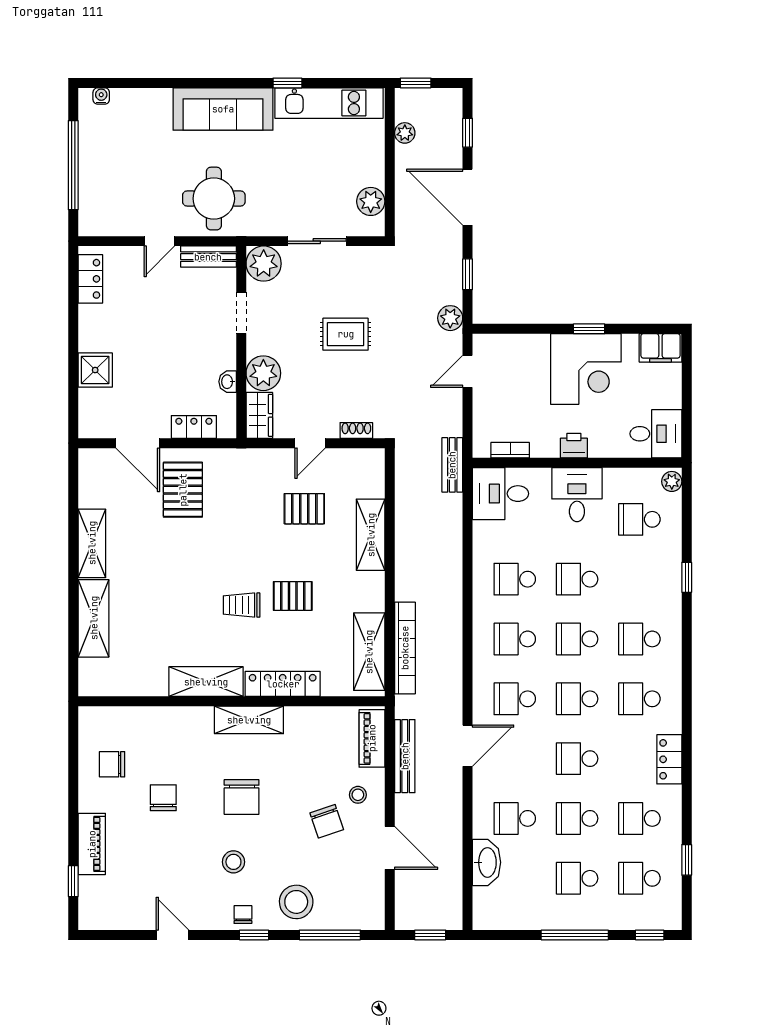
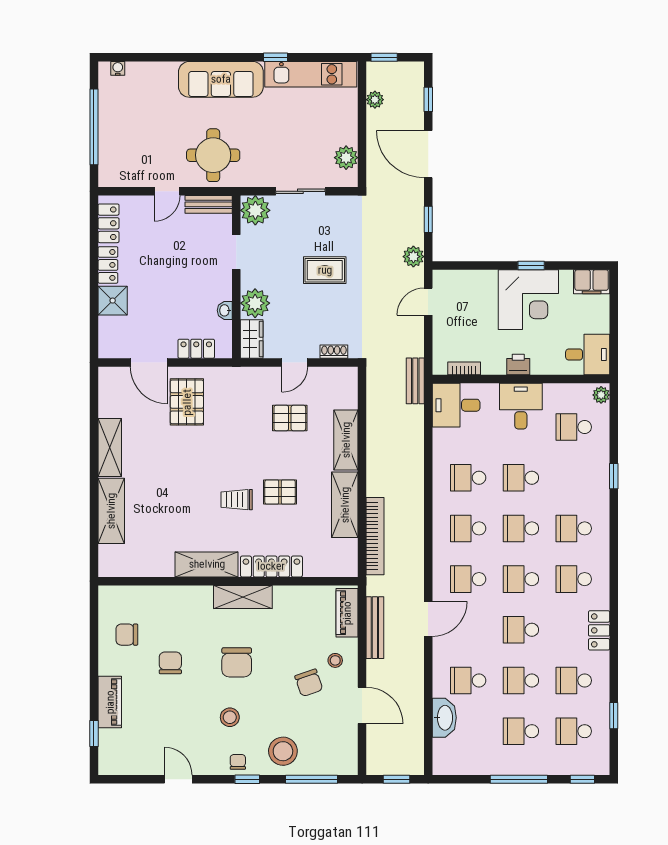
locker: (90, 328) -> (108, 265), added
shelving: (369, 652) -> (345, 505), moved

